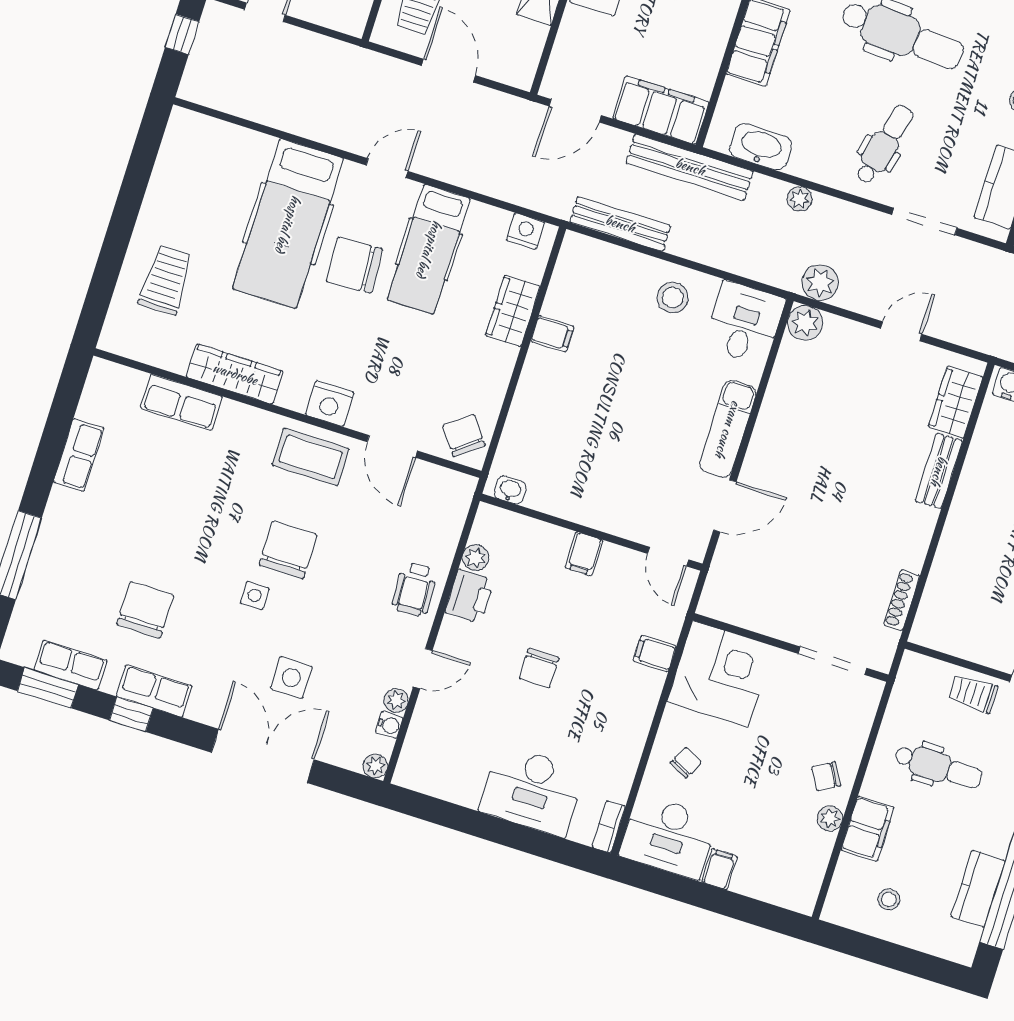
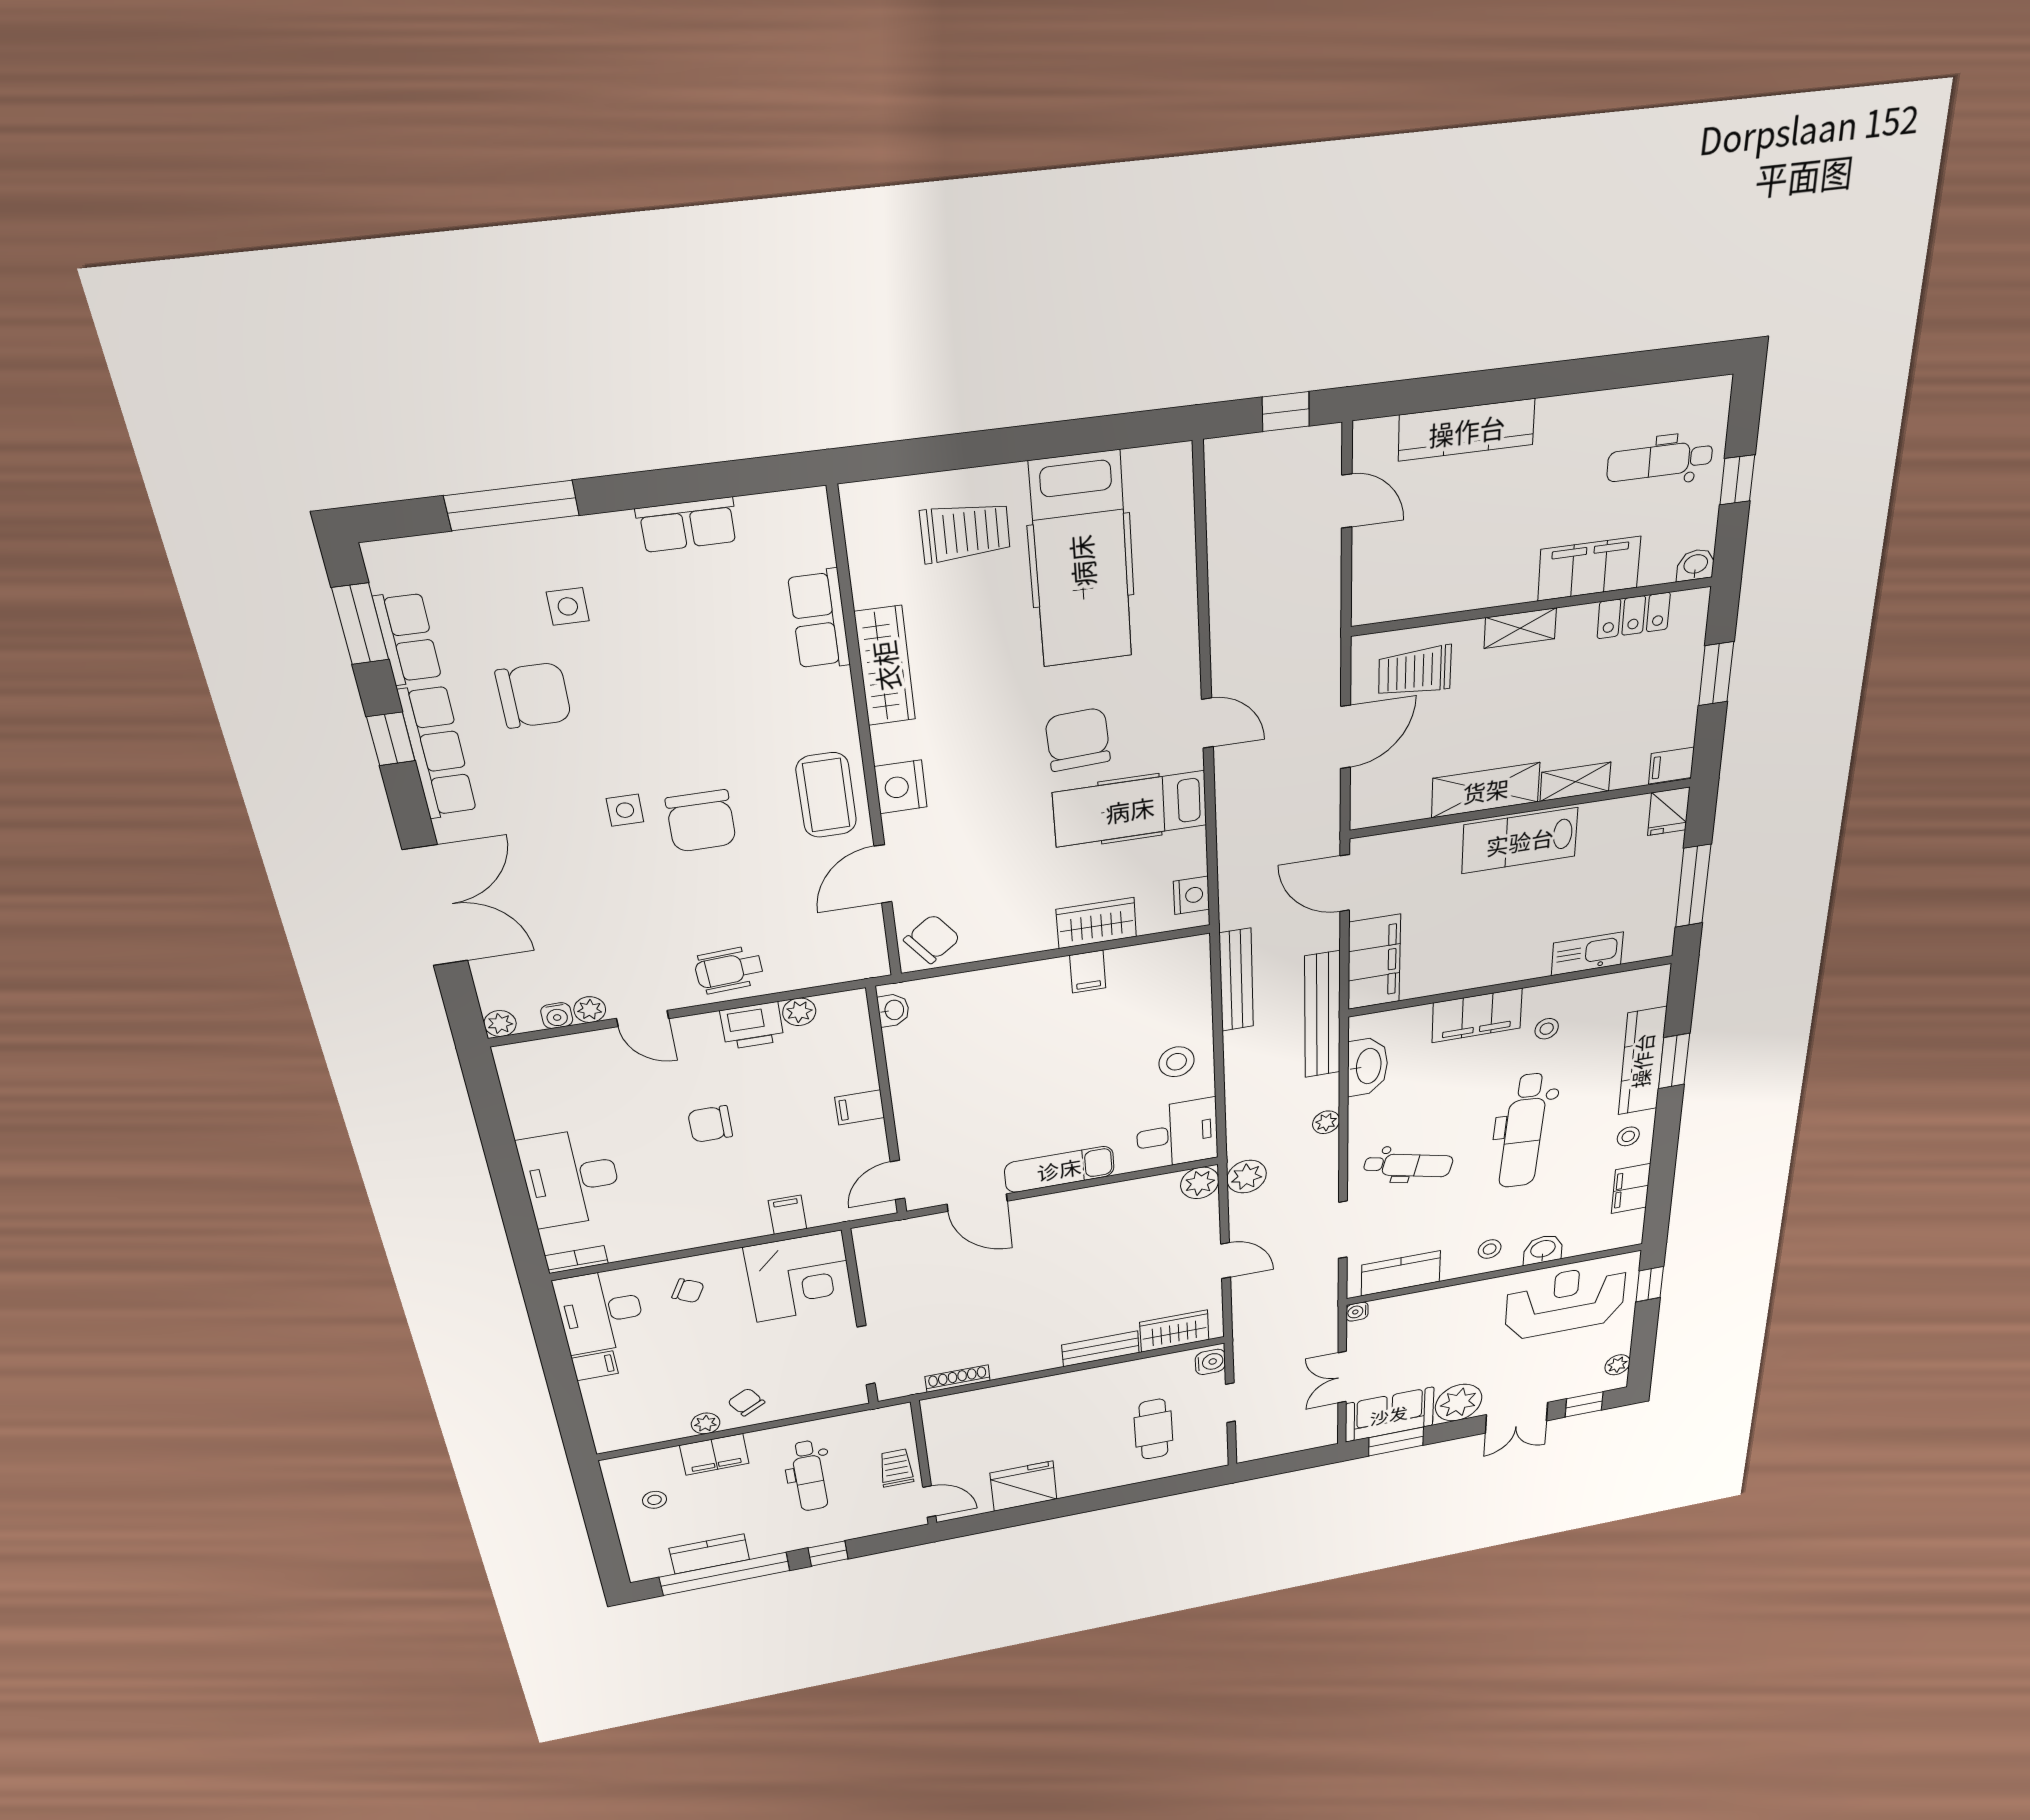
hospital bed: (288, 224) -> (1081, 561), moved, turned -90
chair: (288, 550) -> (701, 821), turned 90
side table: (291, 678) -> (568, 606), moved, width x0.73, depth x0.73
row of seats: (154, 691) -> (437, 752), width x1.48

